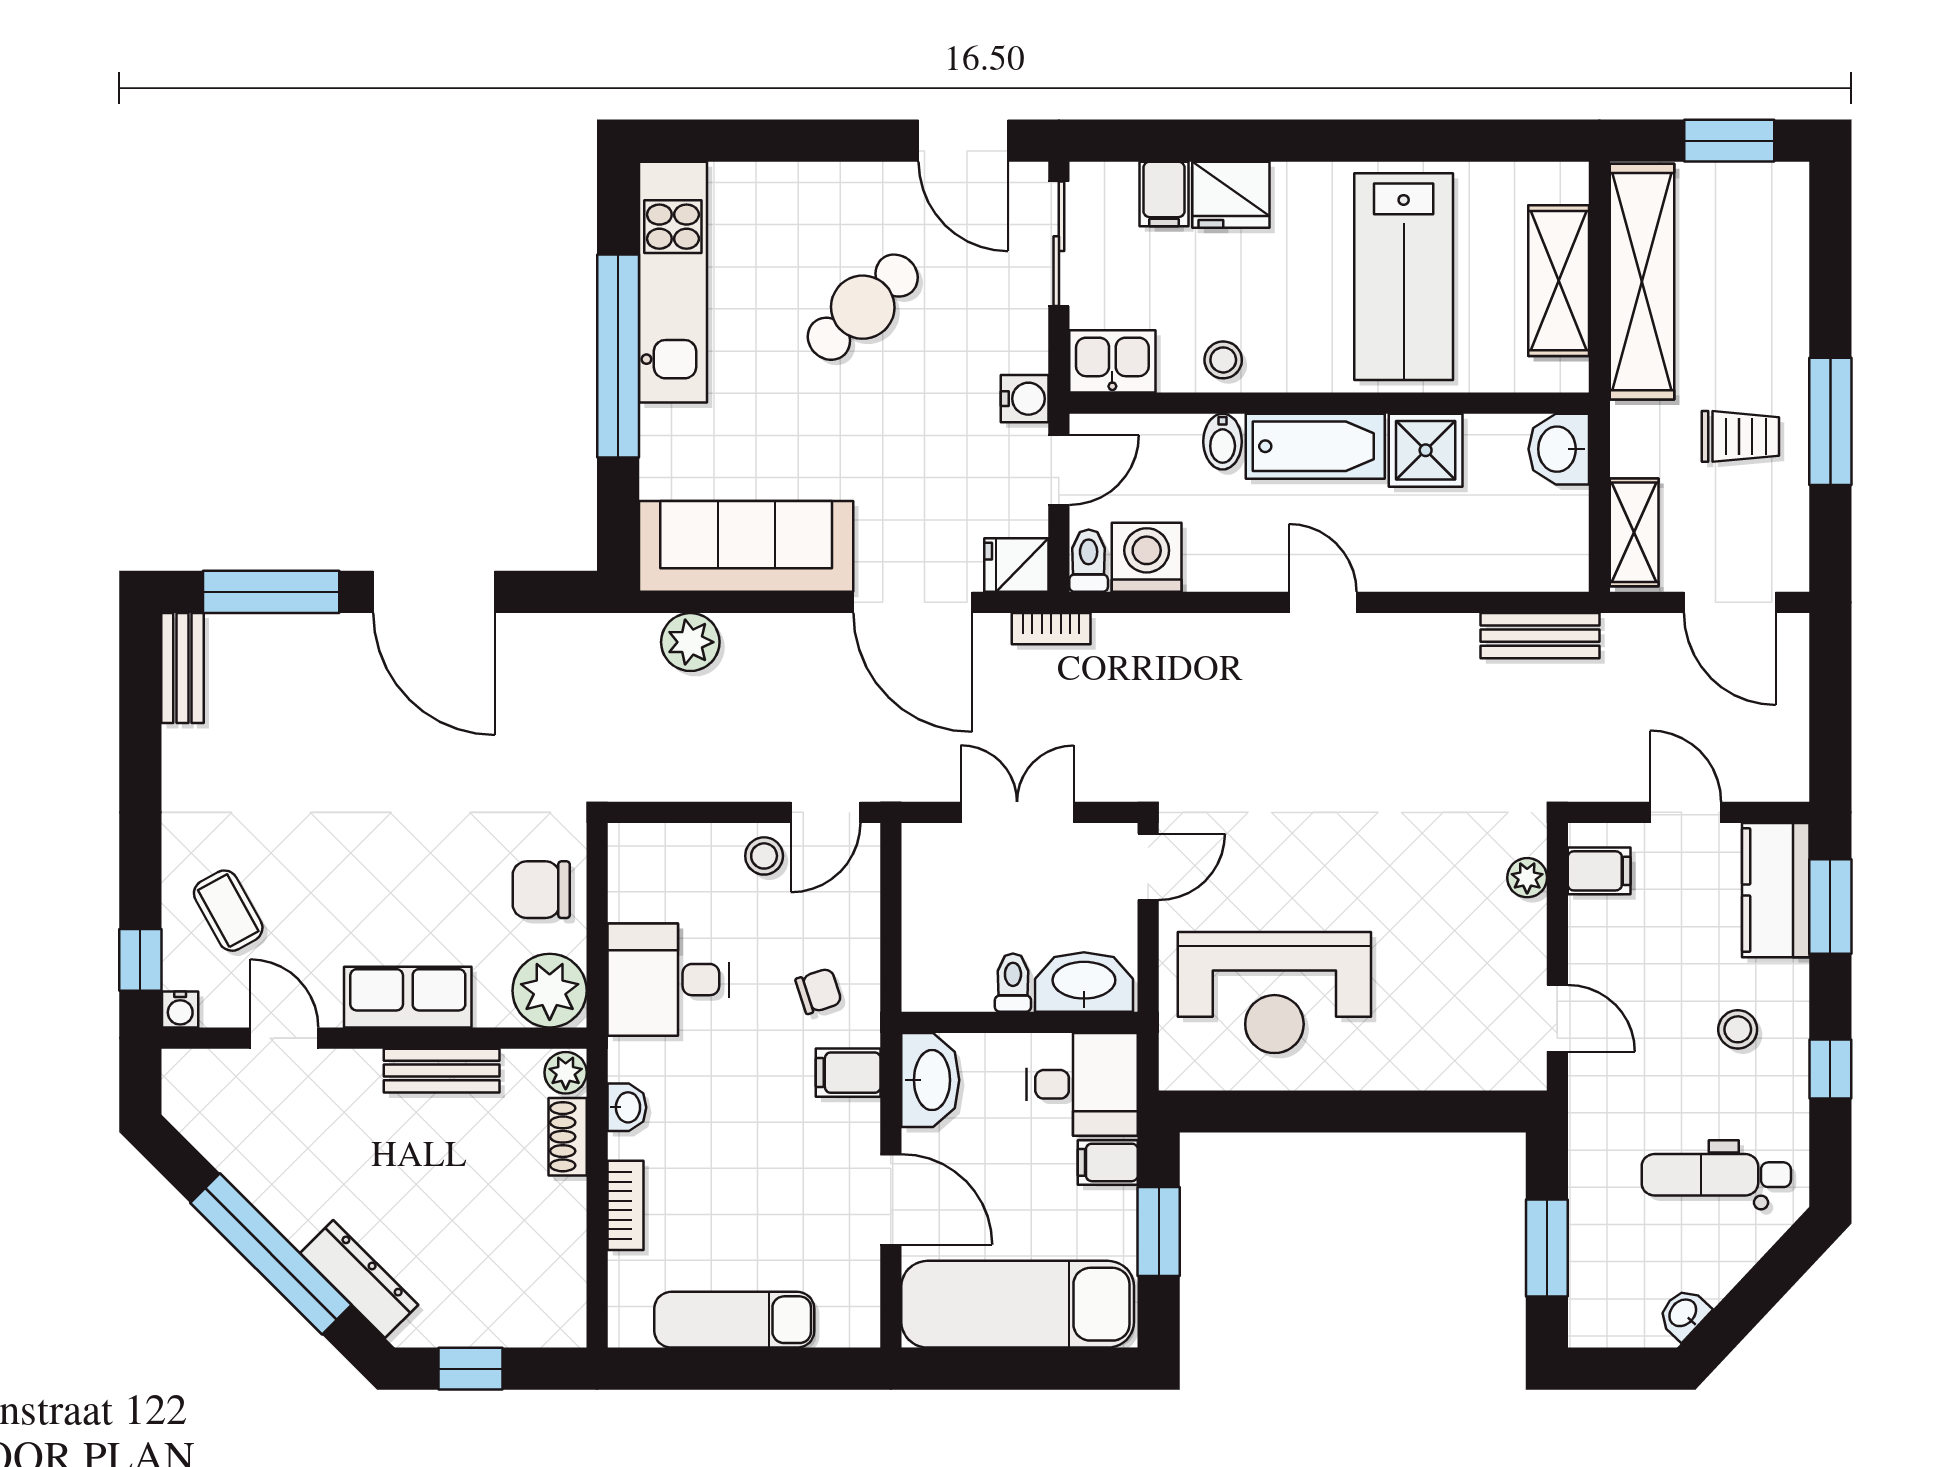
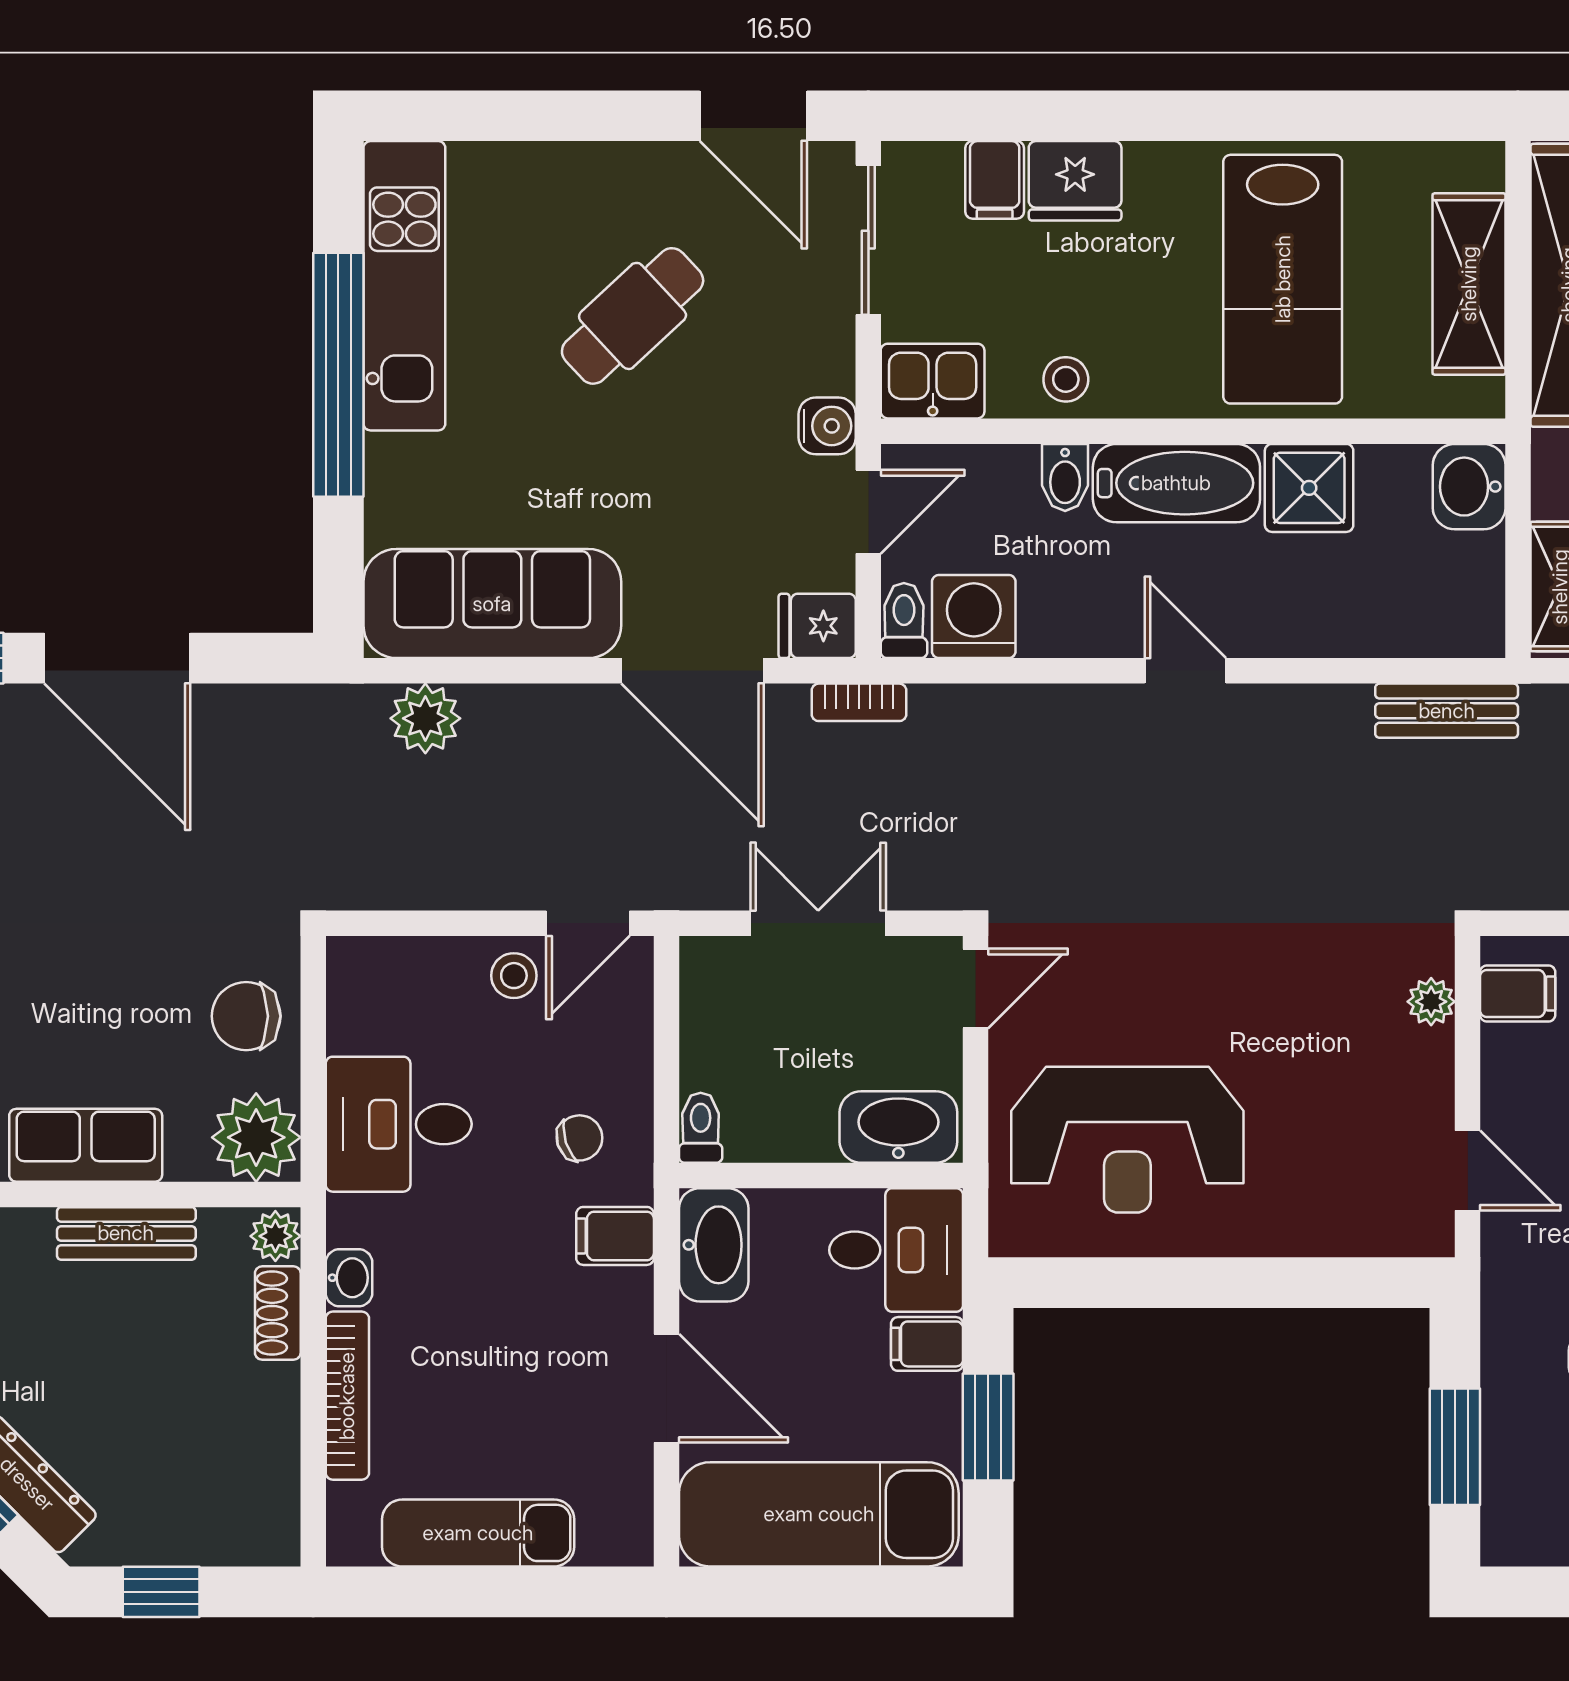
toilet: (1013, 983) -> (701, 1128), moved
bookcase: (625, 1205) -> (347, 1396), width x1.56

